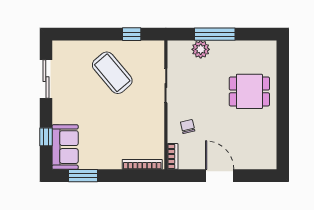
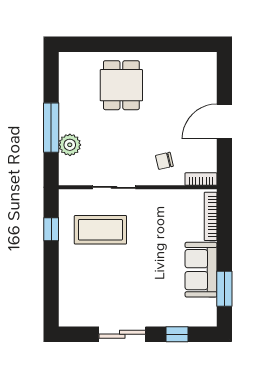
coffee table: (112, 73) -> (100, 230), moved, turned 40
sliding door: (46, 79) -> (122, 334), moved
sofa: (65, 147) -> (201, 270), moved, turned -90

